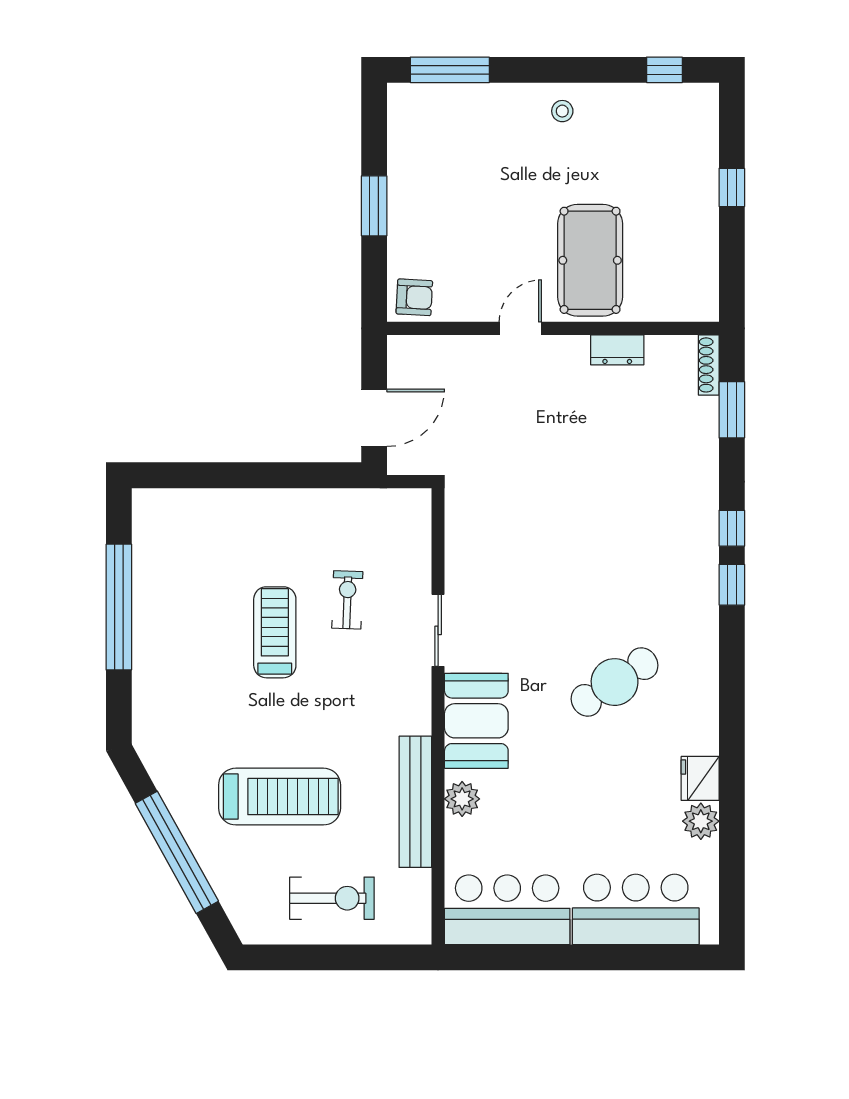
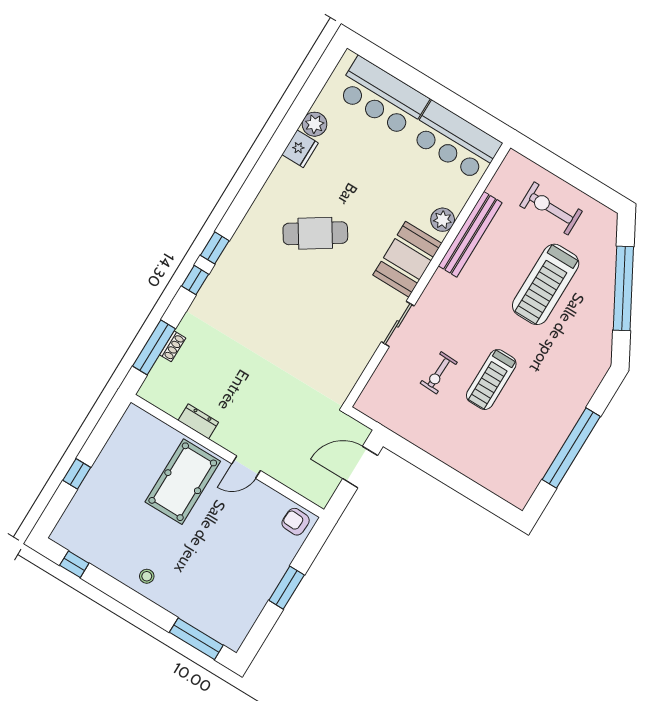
shoe rack: (709, 365) -> (173, 346), moved, width x0.70
window: (732, 410) -> (154, 347), width x1.44
treadmill: (280, 797) -> (546, 284), turned -90

